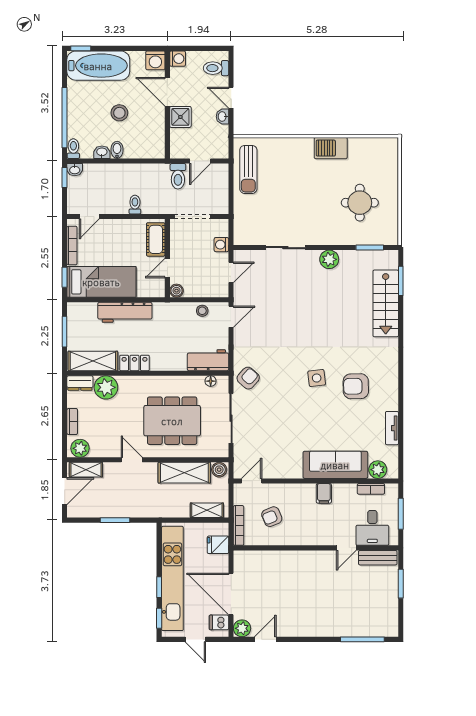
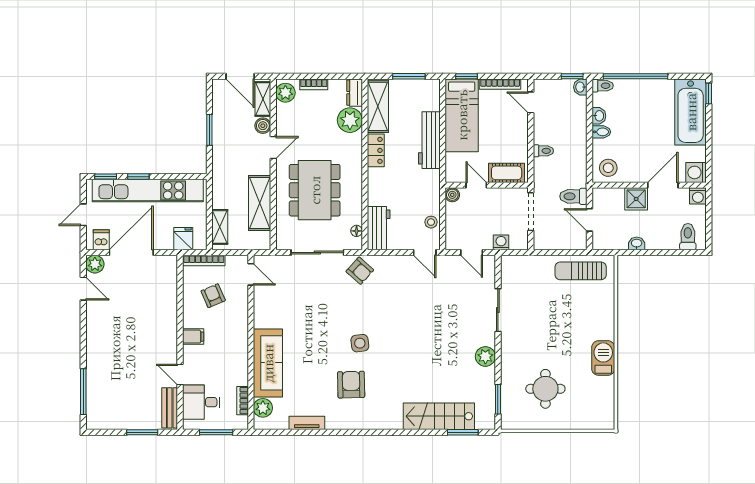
door: (231, 98) -> (657, 253), removed
stool: (119, 113) -> (608, 168), moved
boiler: (219, 470) -> (263, 126), moved
filing cabinet: (324, 493) -> (193, 337), moved, turned 180

